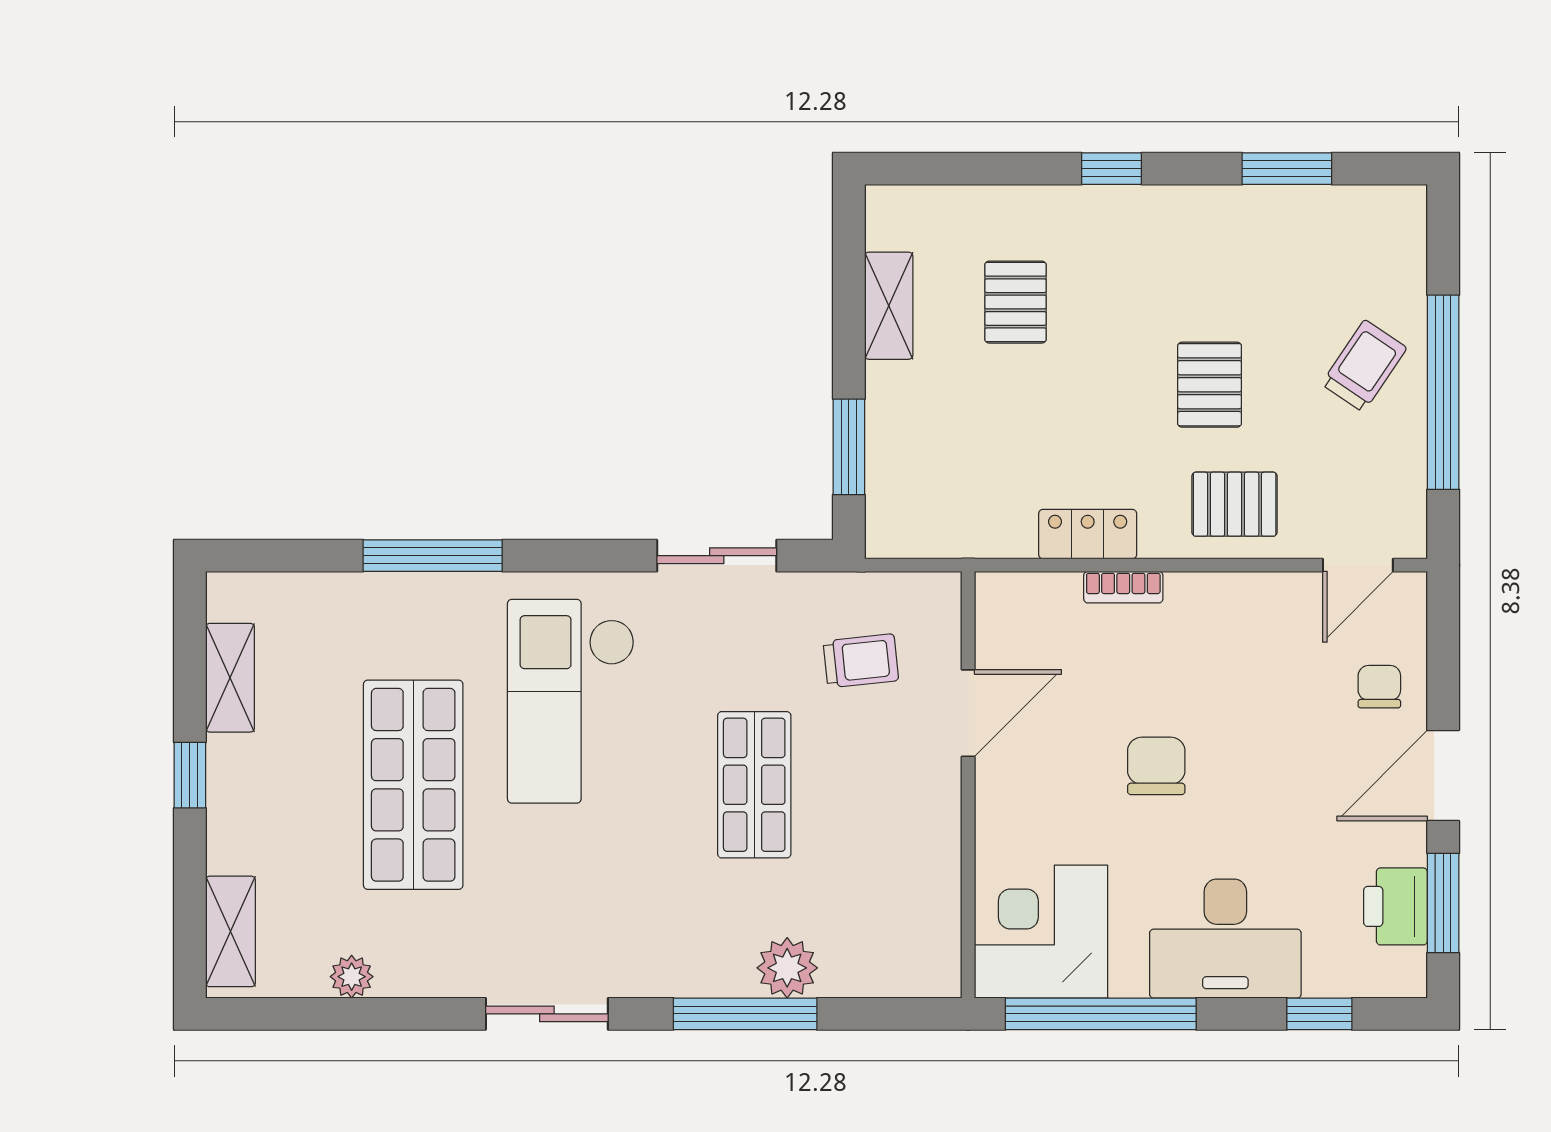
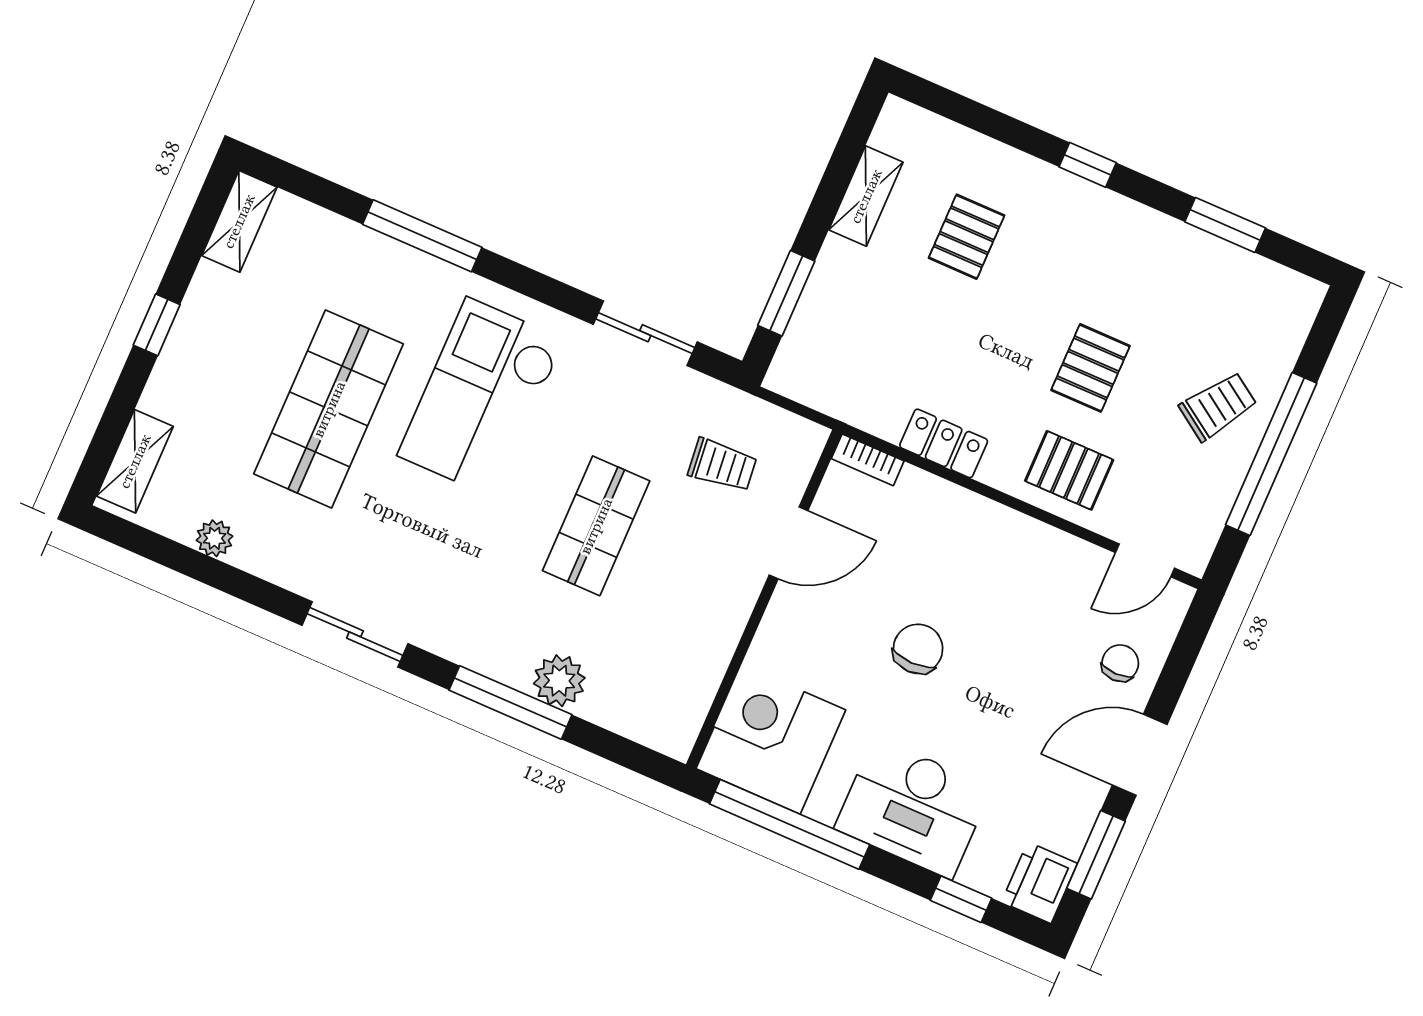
bookcase: (1123, 587) -> (868, 460), moved
shelving: (230, 678) -> (239, 221), moved
printer: (1396, 906) -> (1039, 883), moved

